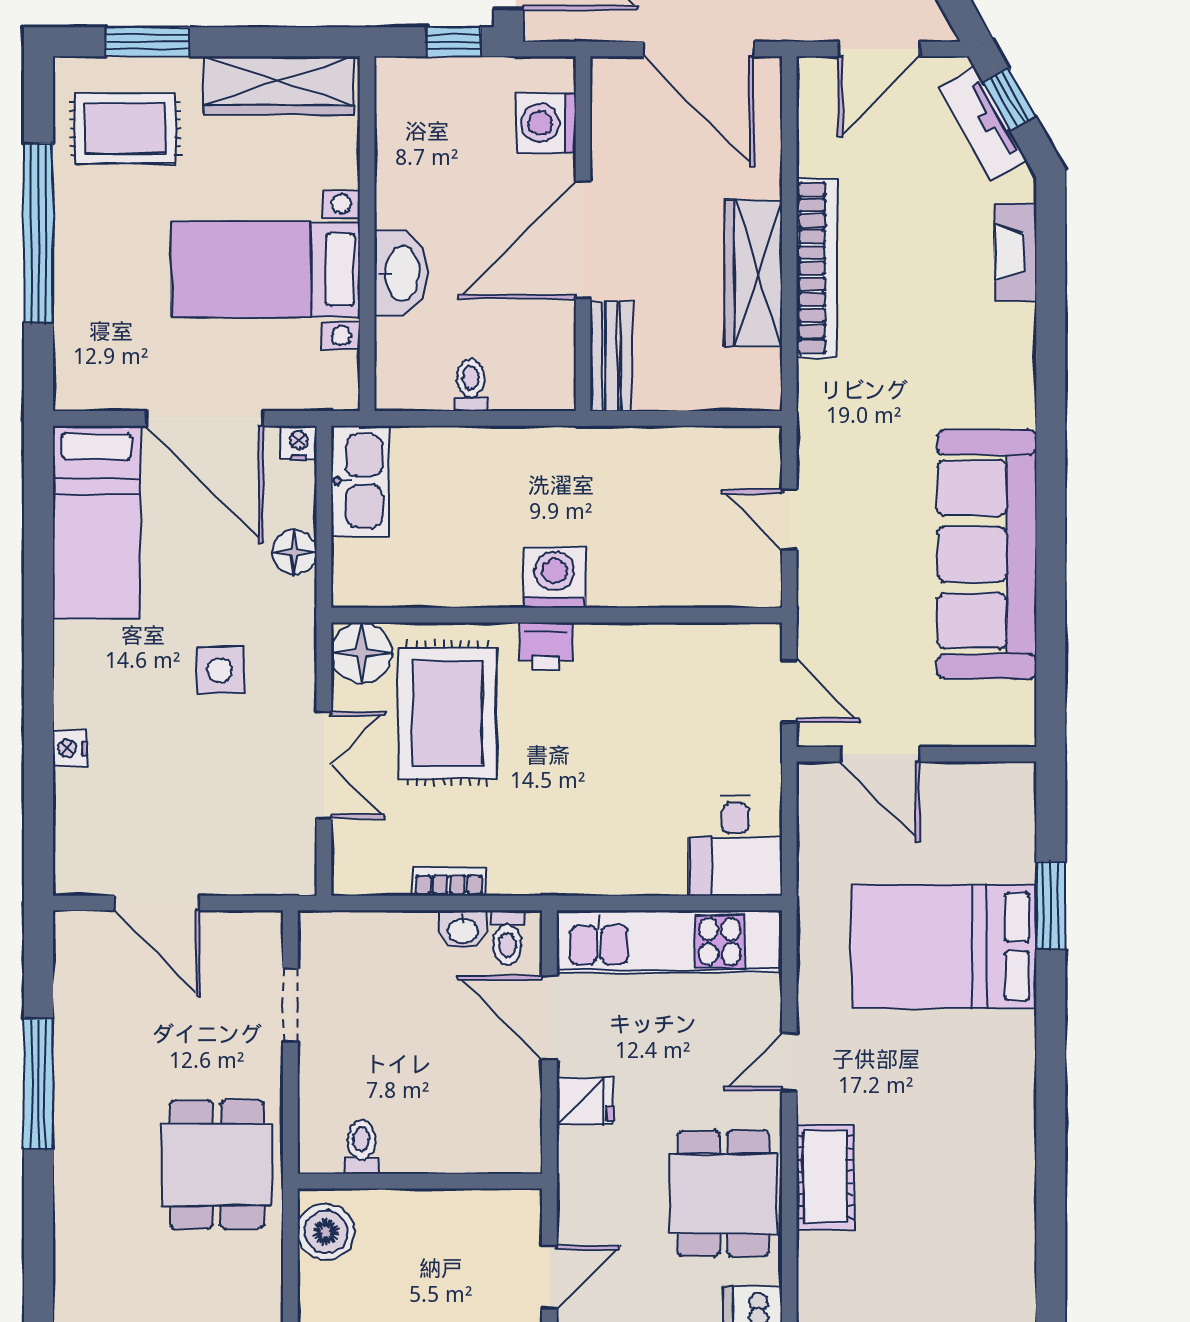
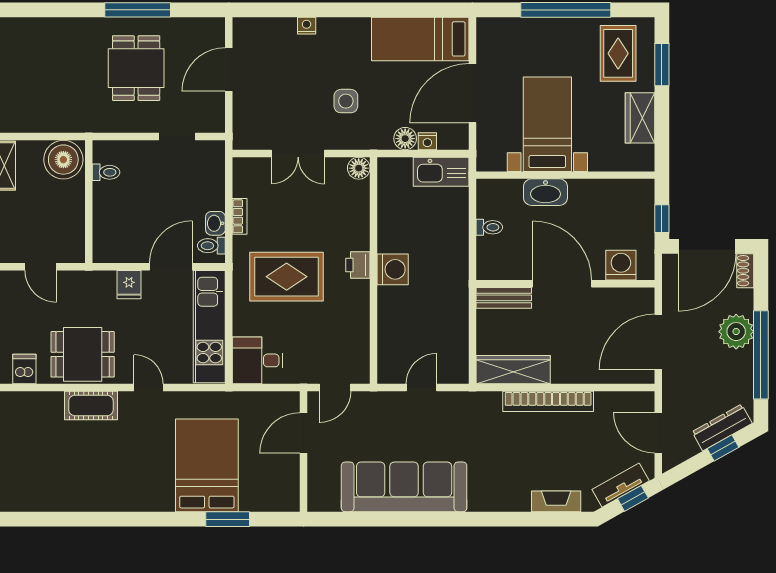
wardrobe: (278, 85) -> (640, 118), width x0.67
wardrobe: (754, 273) -> (513, 370), moved
nightstand: (299, 443) -> (427, 141), moved, turned 90
floor lamp: (362, 653) -> (359, 168), width x0.73, depth x0.73
rug: (447, 713) -> (287, 277), moved
dining table: (217, 1165) -> (136, 68), moved, turned 90
boiler: (326, 1232) -> (63, 160), width x1.37, depth x1.37

